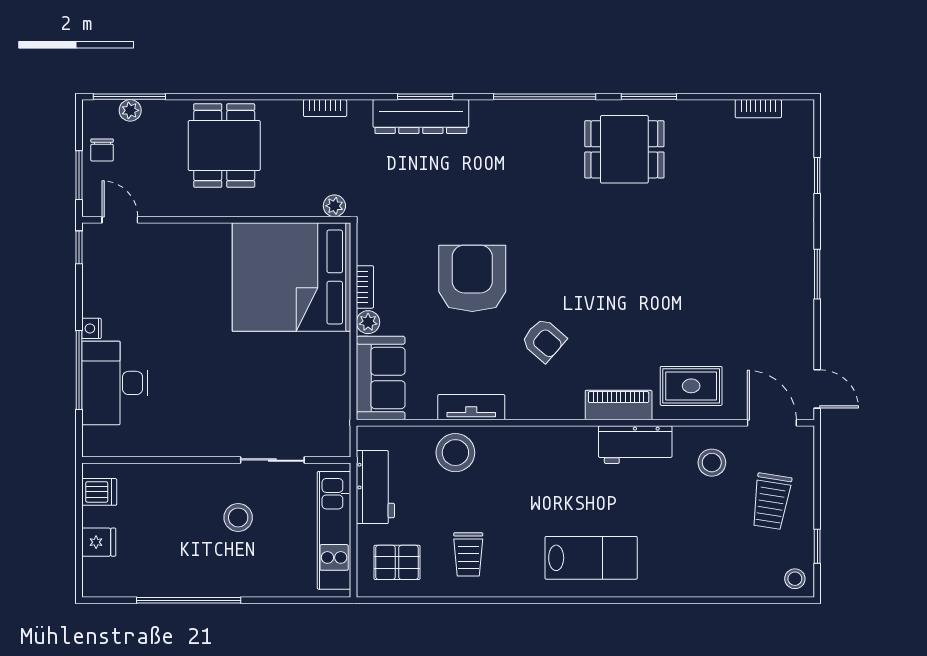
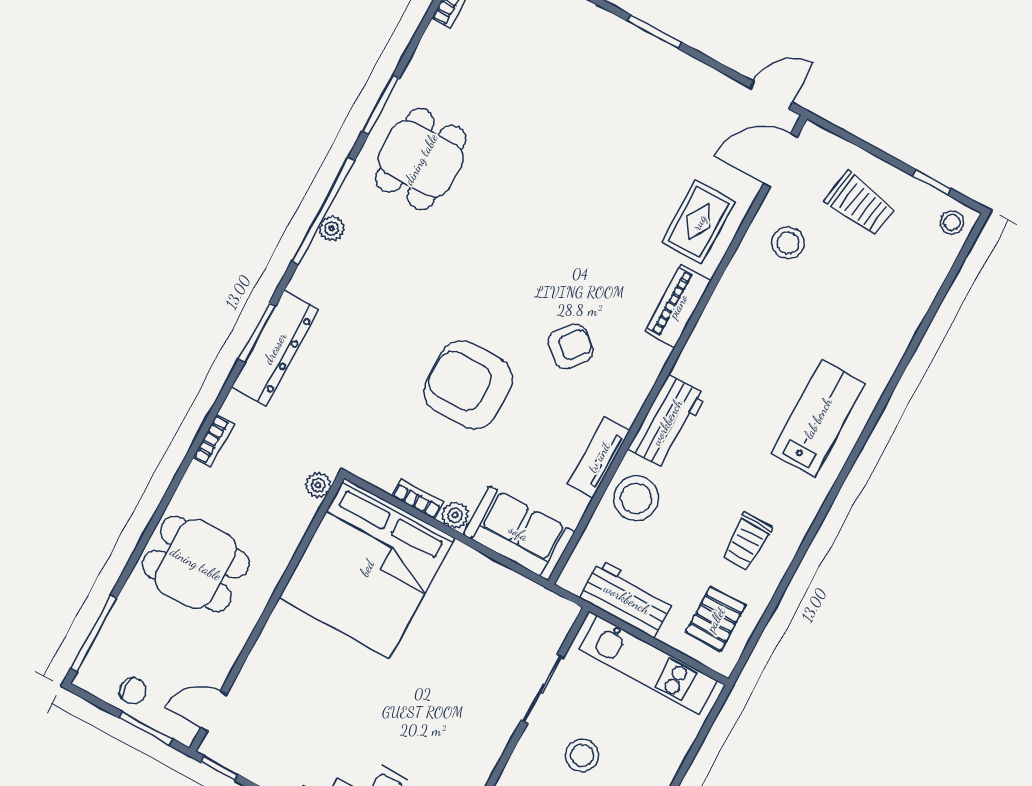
plant: (130, 110) -> (332, 229), moved
workbench: (635, 445) -> (667, 422), moved
trolley: (468, 554) -> (747, 542), turned 90

